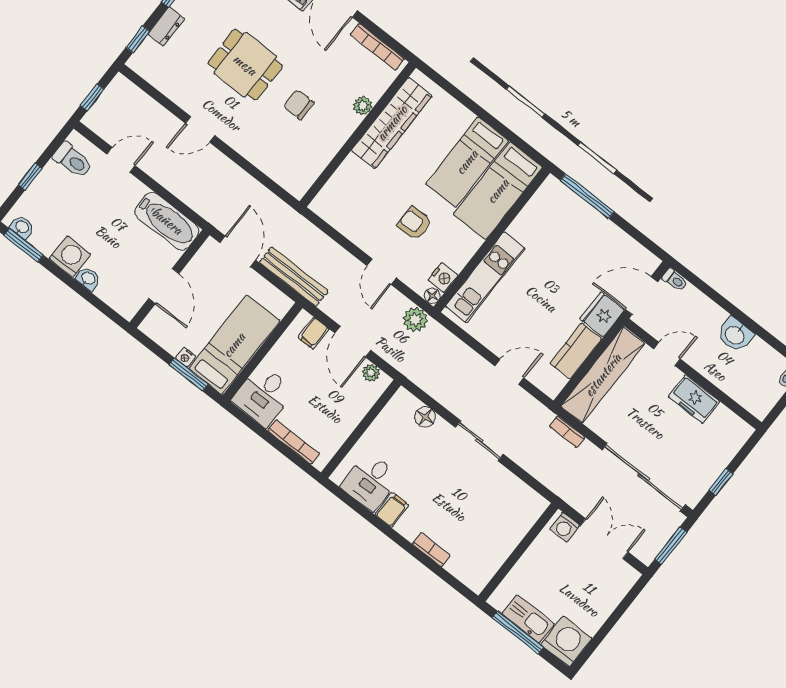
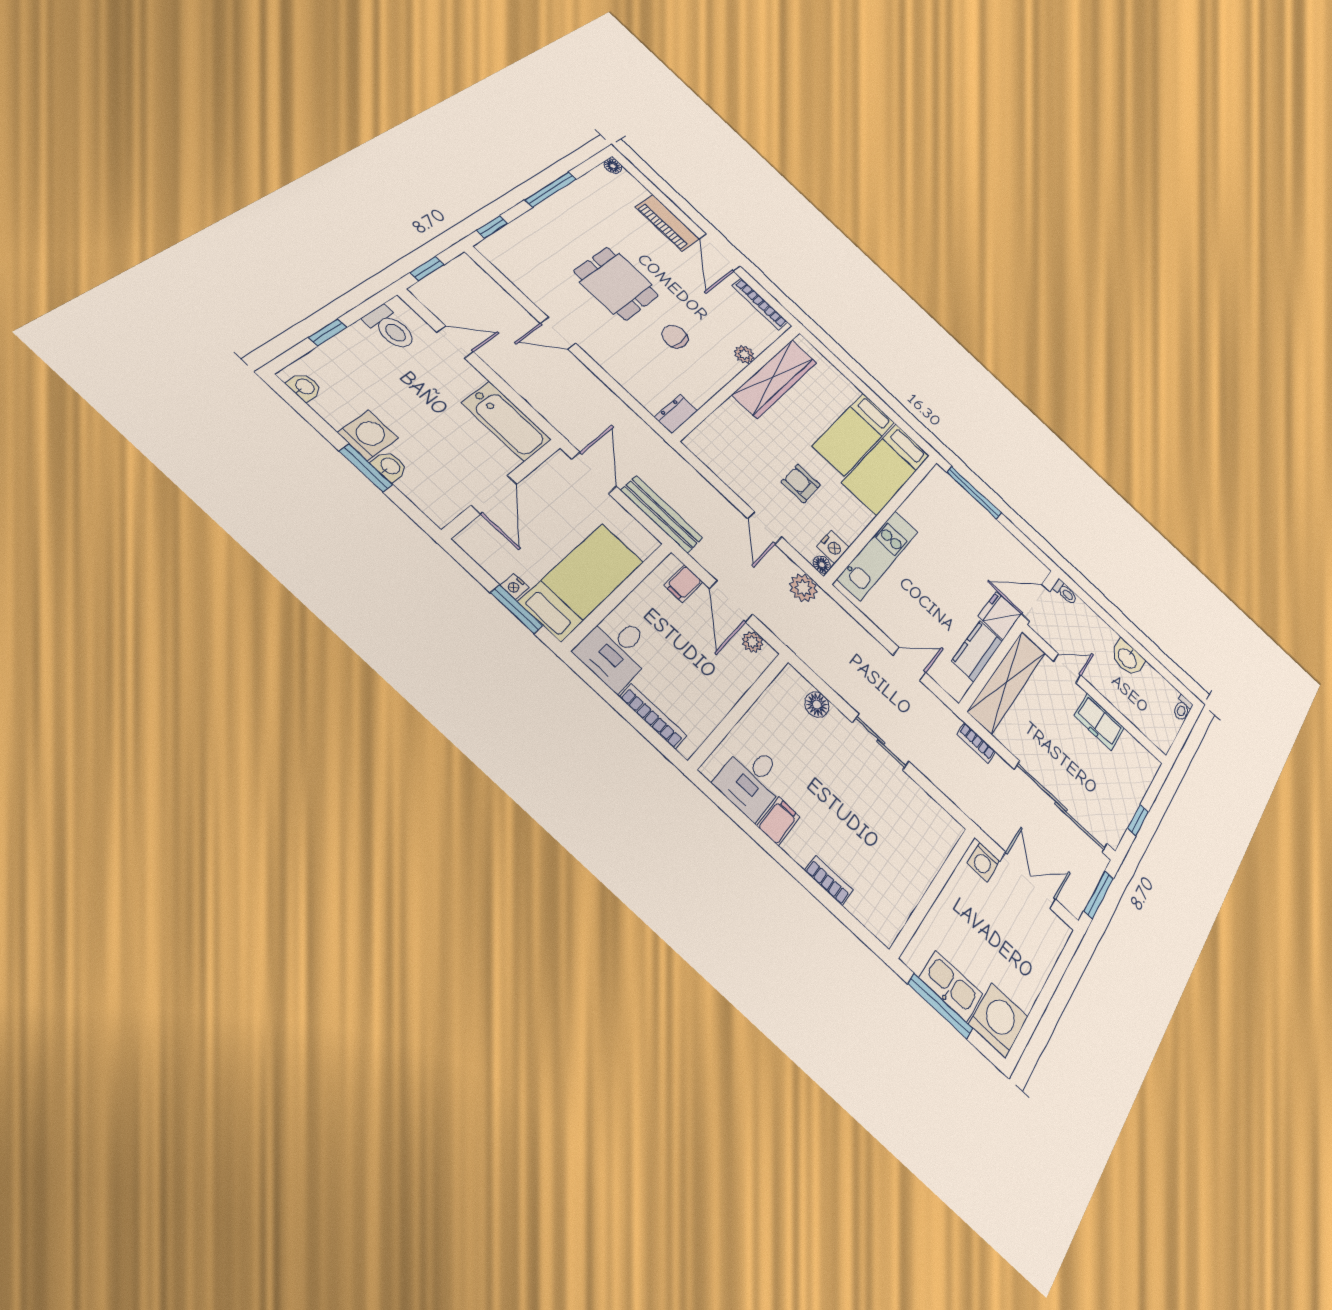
dresser: (166, 26) -> (676, 414), moved, turned 180
window: (24, 245) -> (366, 468), moved

